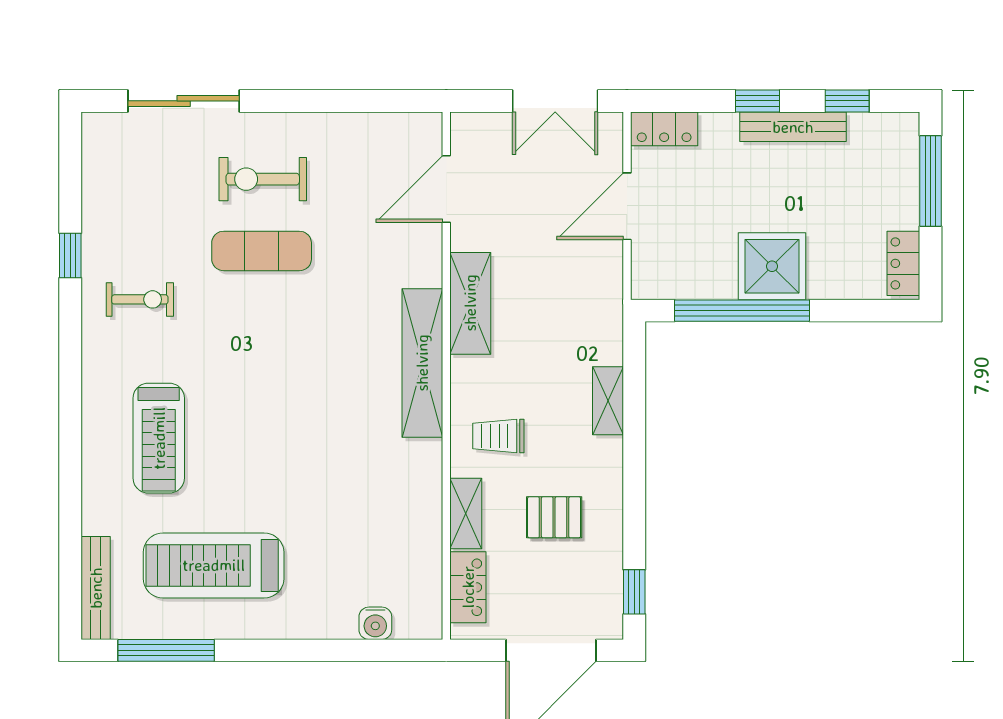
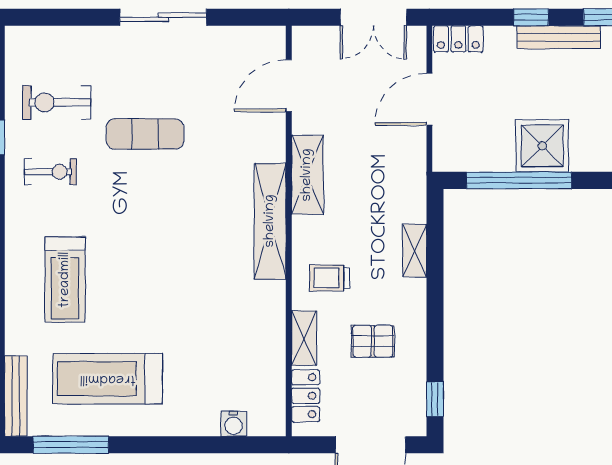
sliding door: (184, 101) -> (163, 17), moved
exercise bike: (263, 179) -> (57, 102), moved

